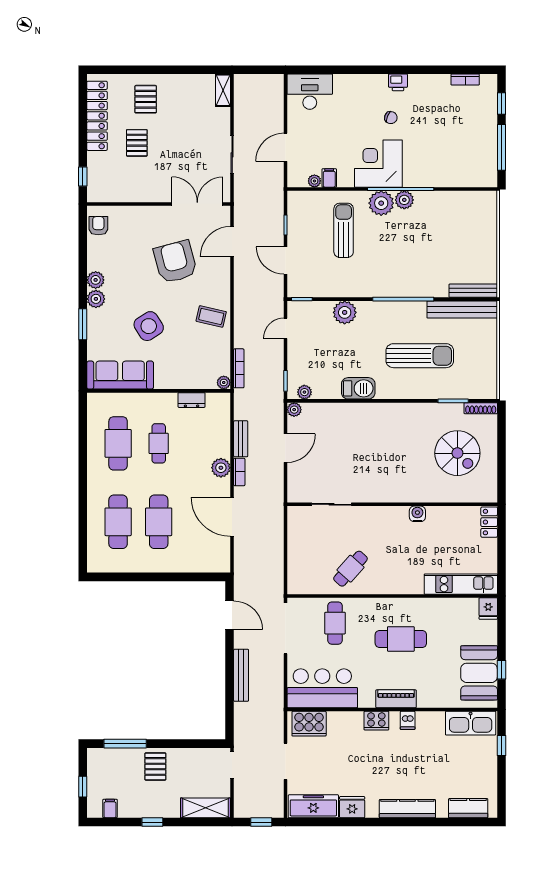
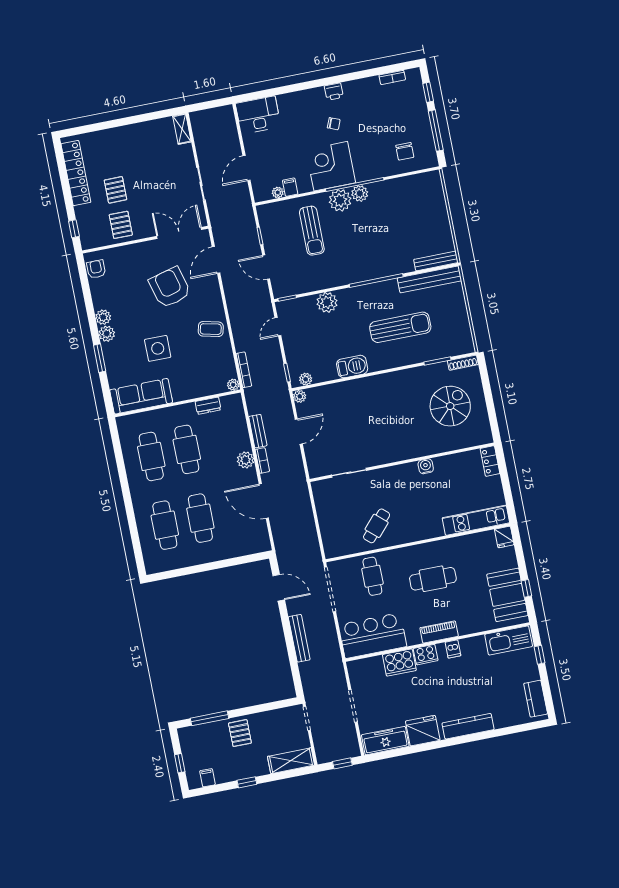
pallet: (146, 99) -> (121, 225), moved
chair: (463, 163) -> (405, 151), added
sun lounger: (344, 230) -> (312, 231), turned 180
side table: (149, 326) -> (158, 348), turned 32
cafe table: (159, 443) -> (187, 449), width x1.37, depth x1.35
spiral stairs: (457, 453) -> (450, 406), turned -90
cooker: (309, 724) -> (399, 663), moved
fridge: (352, 807) -> (423, 731), width x1.36, depth x1.34
kitchen counter: (468, 808) -> (536, 699), moved, turned -90

